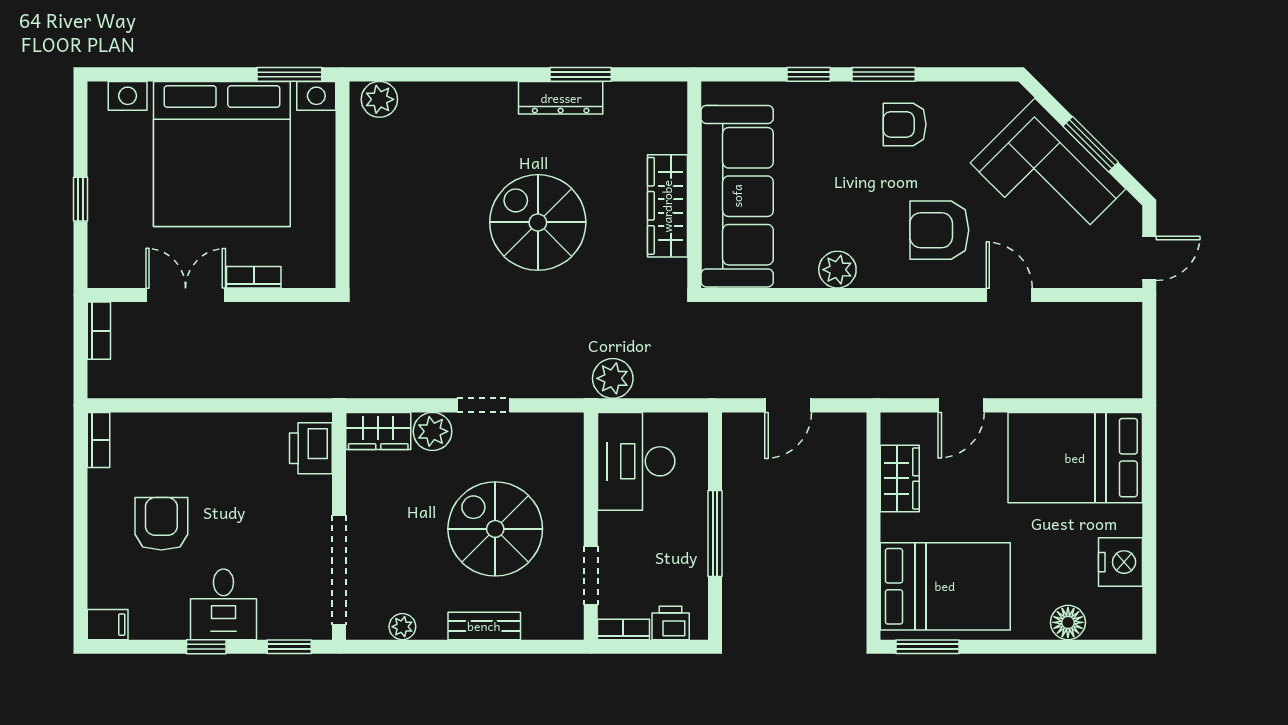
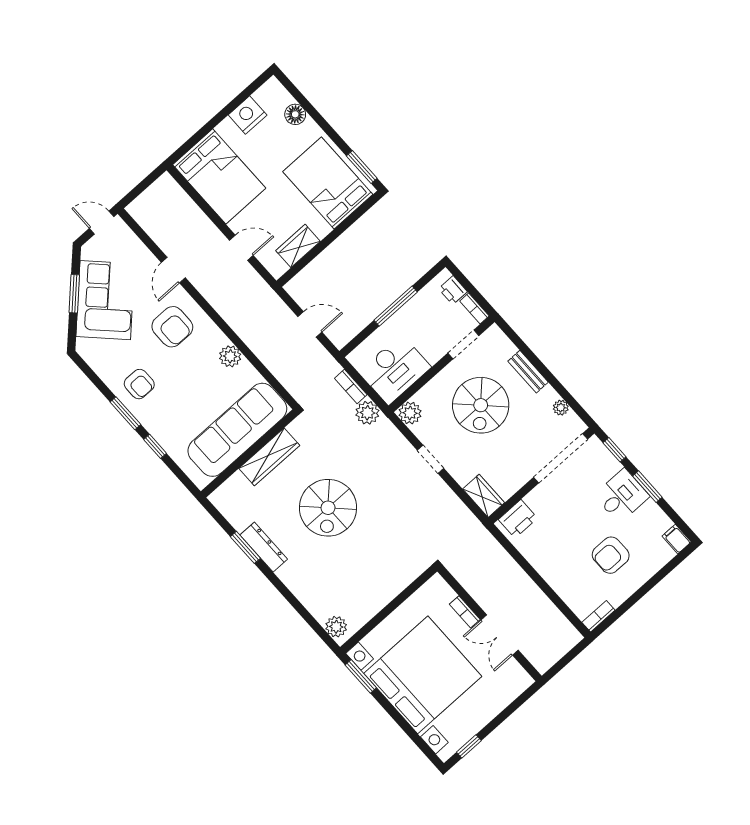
window: (80, 199) -> (469, 746), moved
bookcase: (99, 331) -> (351, 387), moved, turned -90
plant: (433, 431) -> (410, 413), moved
window: (206, 647) -> (647, 487), width x1.50

